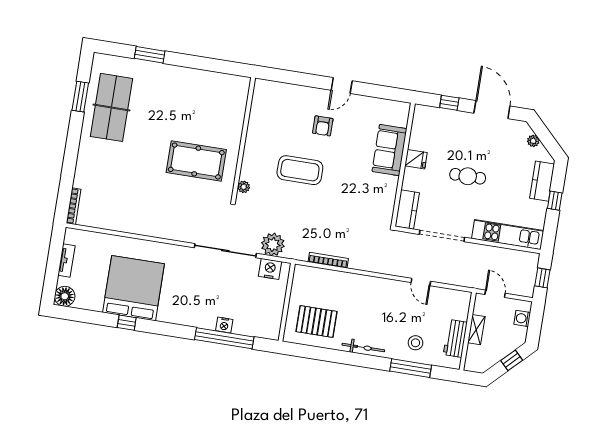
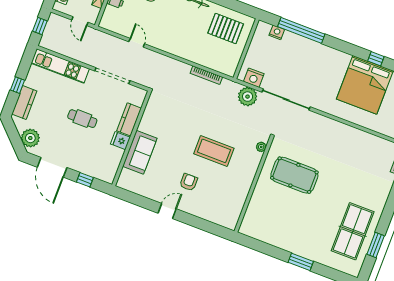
window: (150, 55) -> (301, 262), moved
plant: (533, 141) -> (30, 138), width x1.87, depth x1.87
kitchen counter: (407, 210) -> (129, 119), moved
nightstand: (224, 325) -> (277, 32), moved

